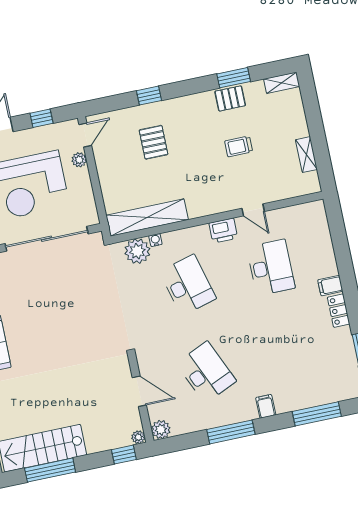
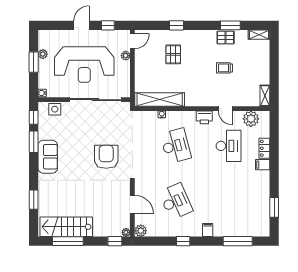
shelving: (306, 155) -> (265, 96), moved
plant: (137, 251) -> (251, 119), moved
locker: (339, 311) -> (264, 148), moved
armchair: (82, 325) -> (106, 157), added
window: (231, 432) -> (183, 241), width x0.46

